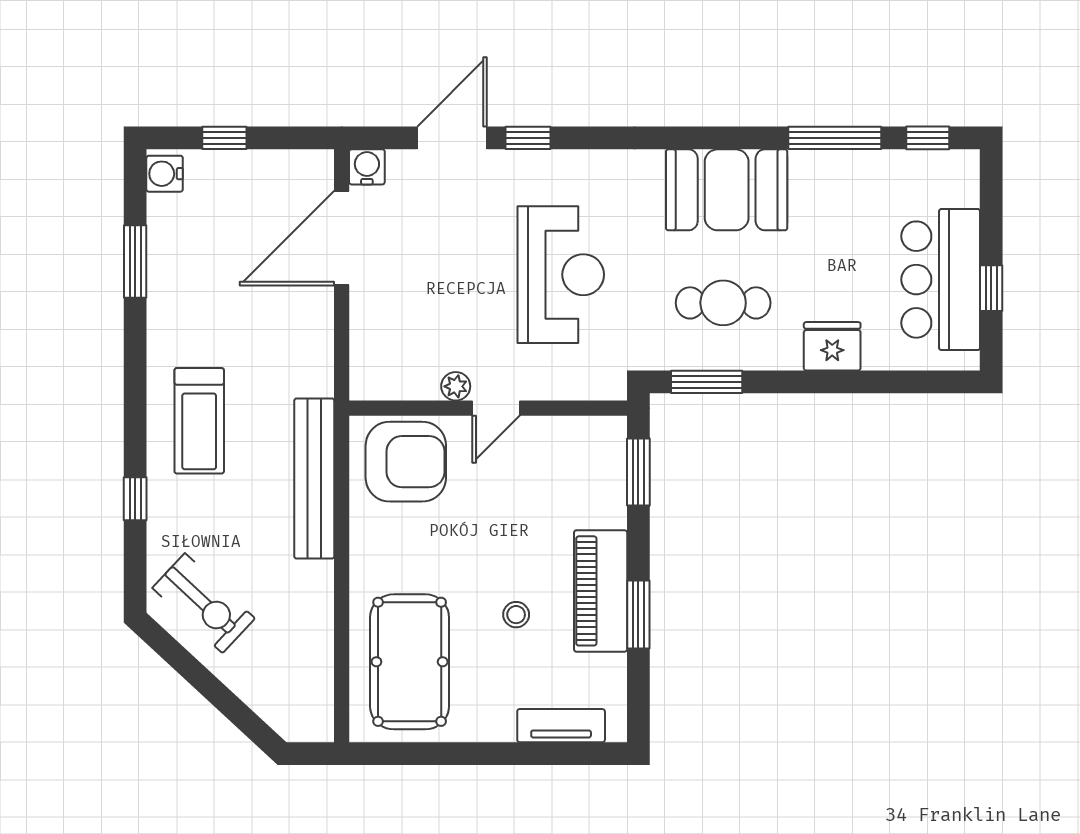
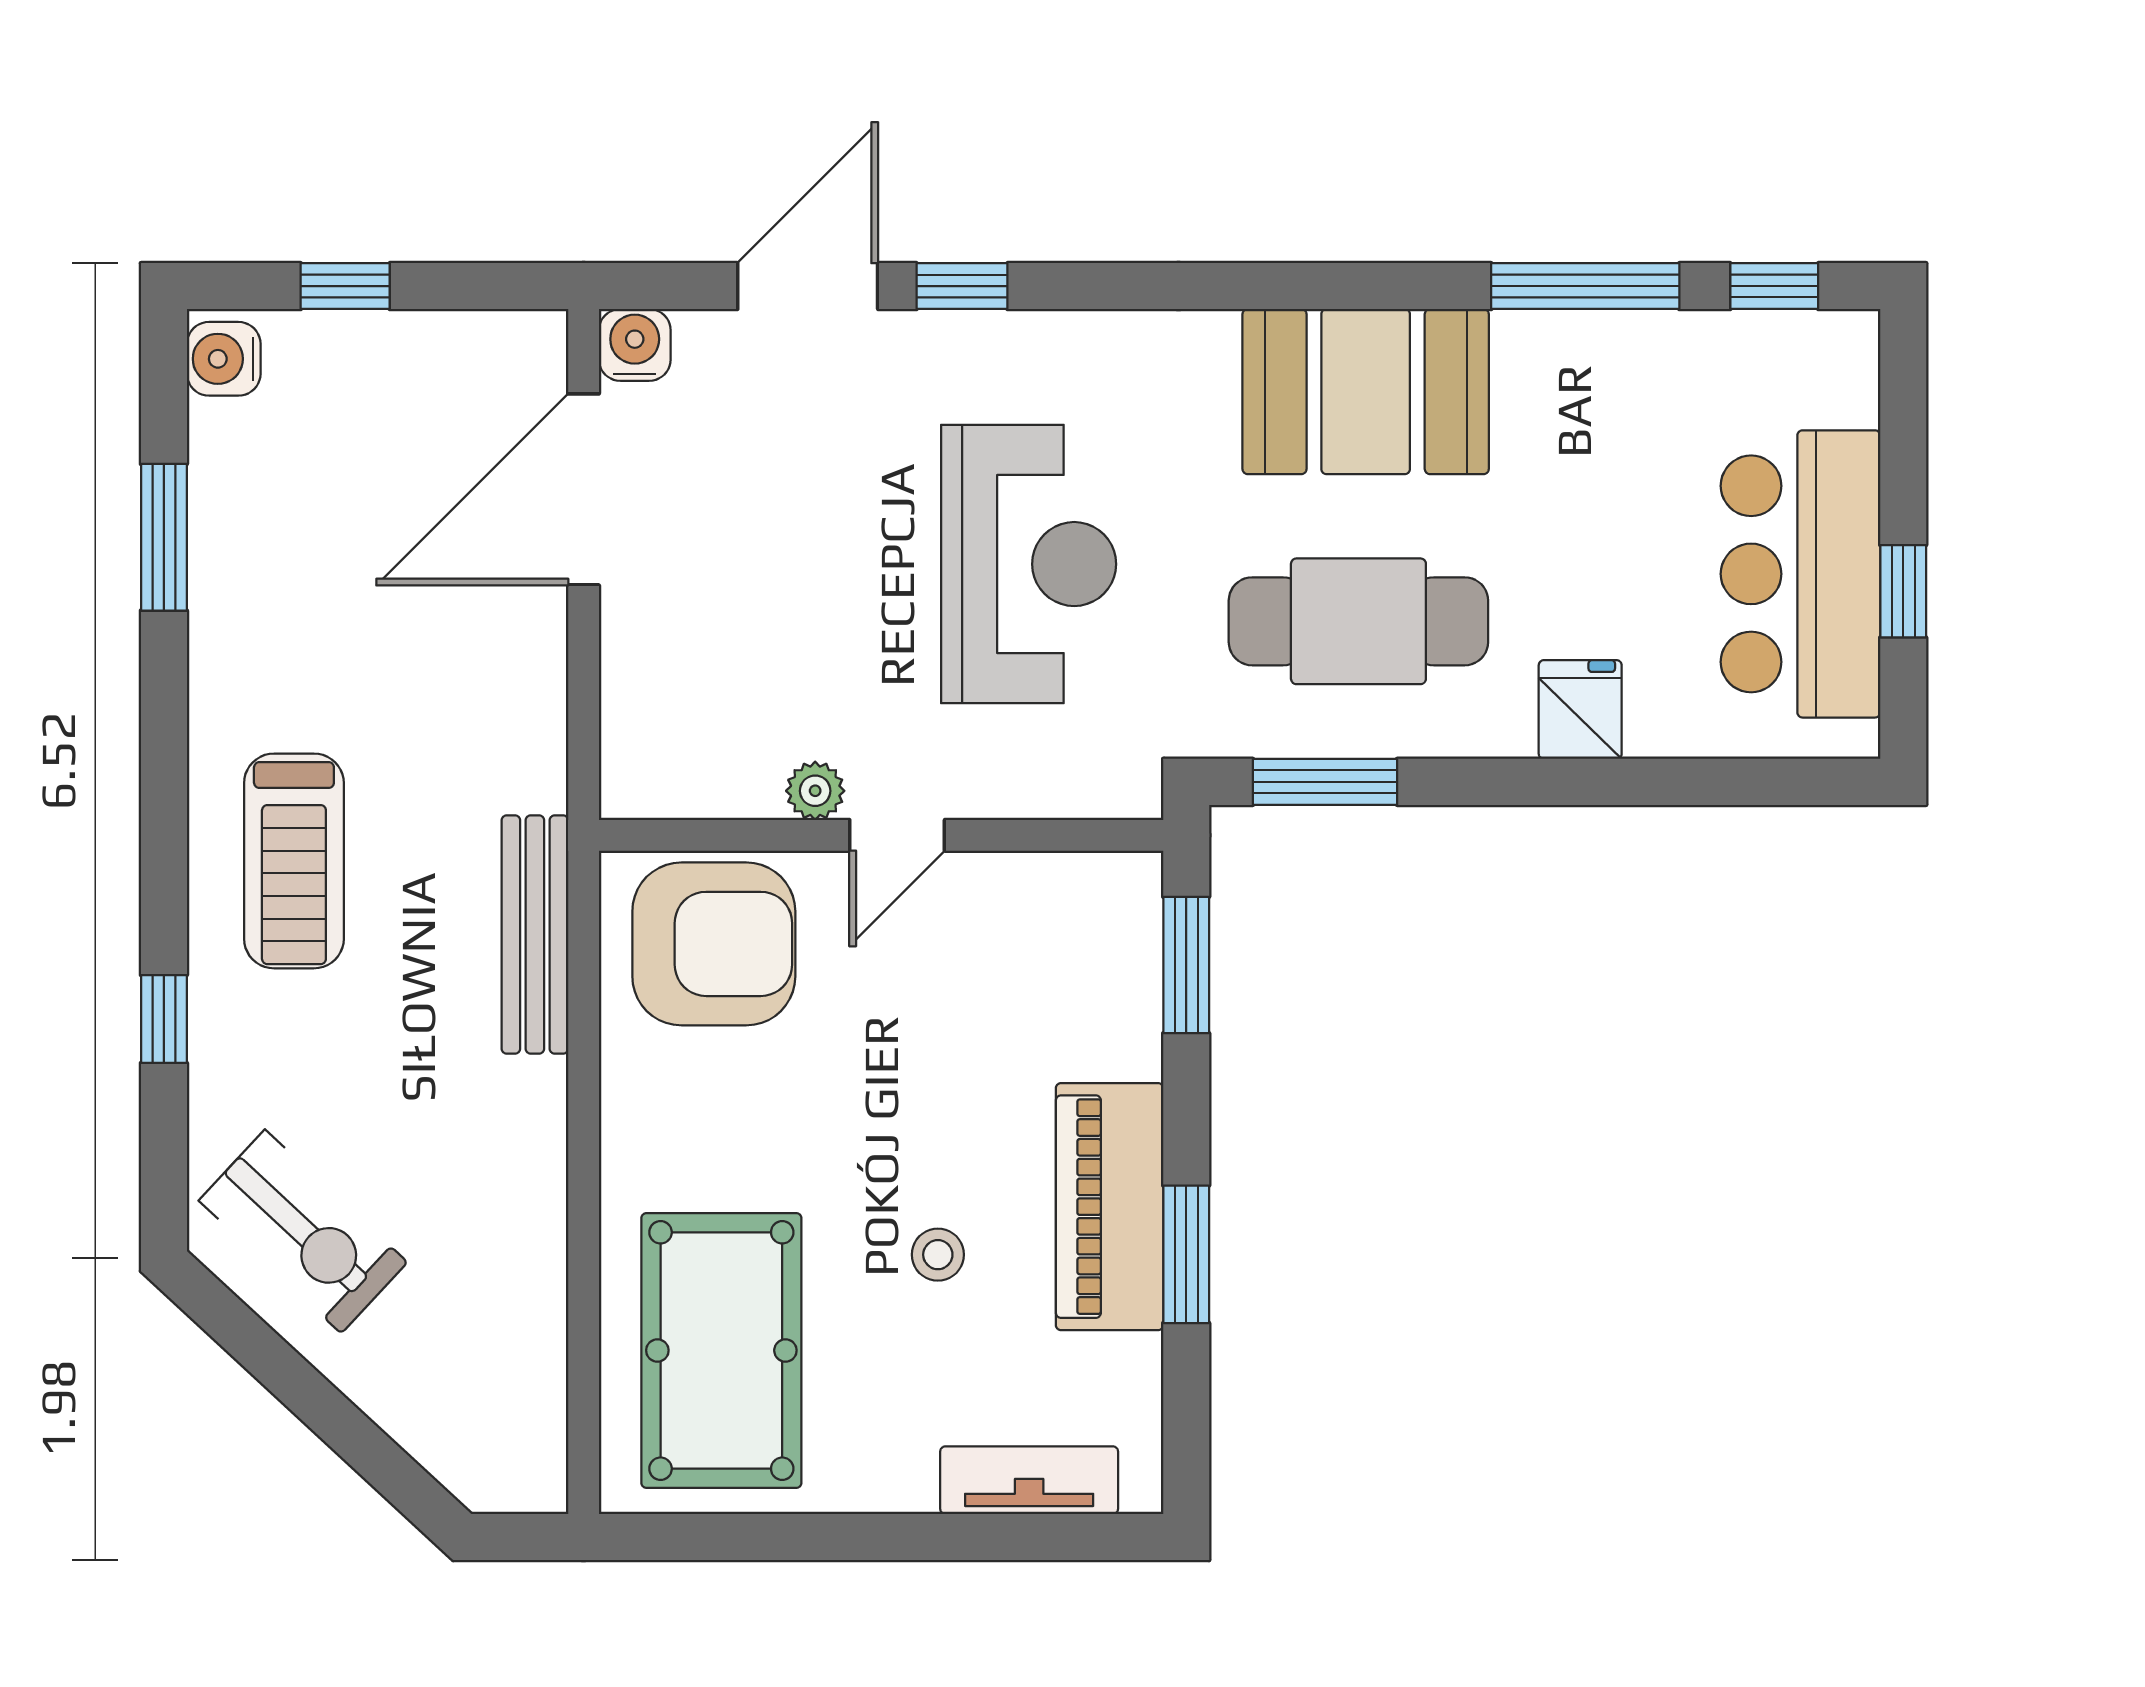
cafe table: (723, 303) -> (1358, 621), width x1.37, depth x1.35
fridge: (832, 346) -> (1580, 710), width x0.72
bench: (314, 479) -> (535, 934), width x0.73, depth x0.82

